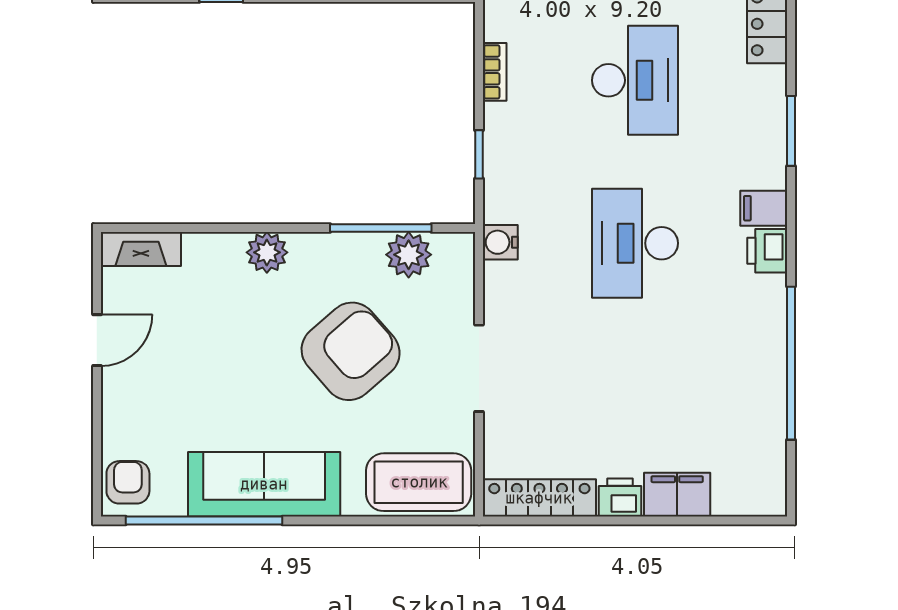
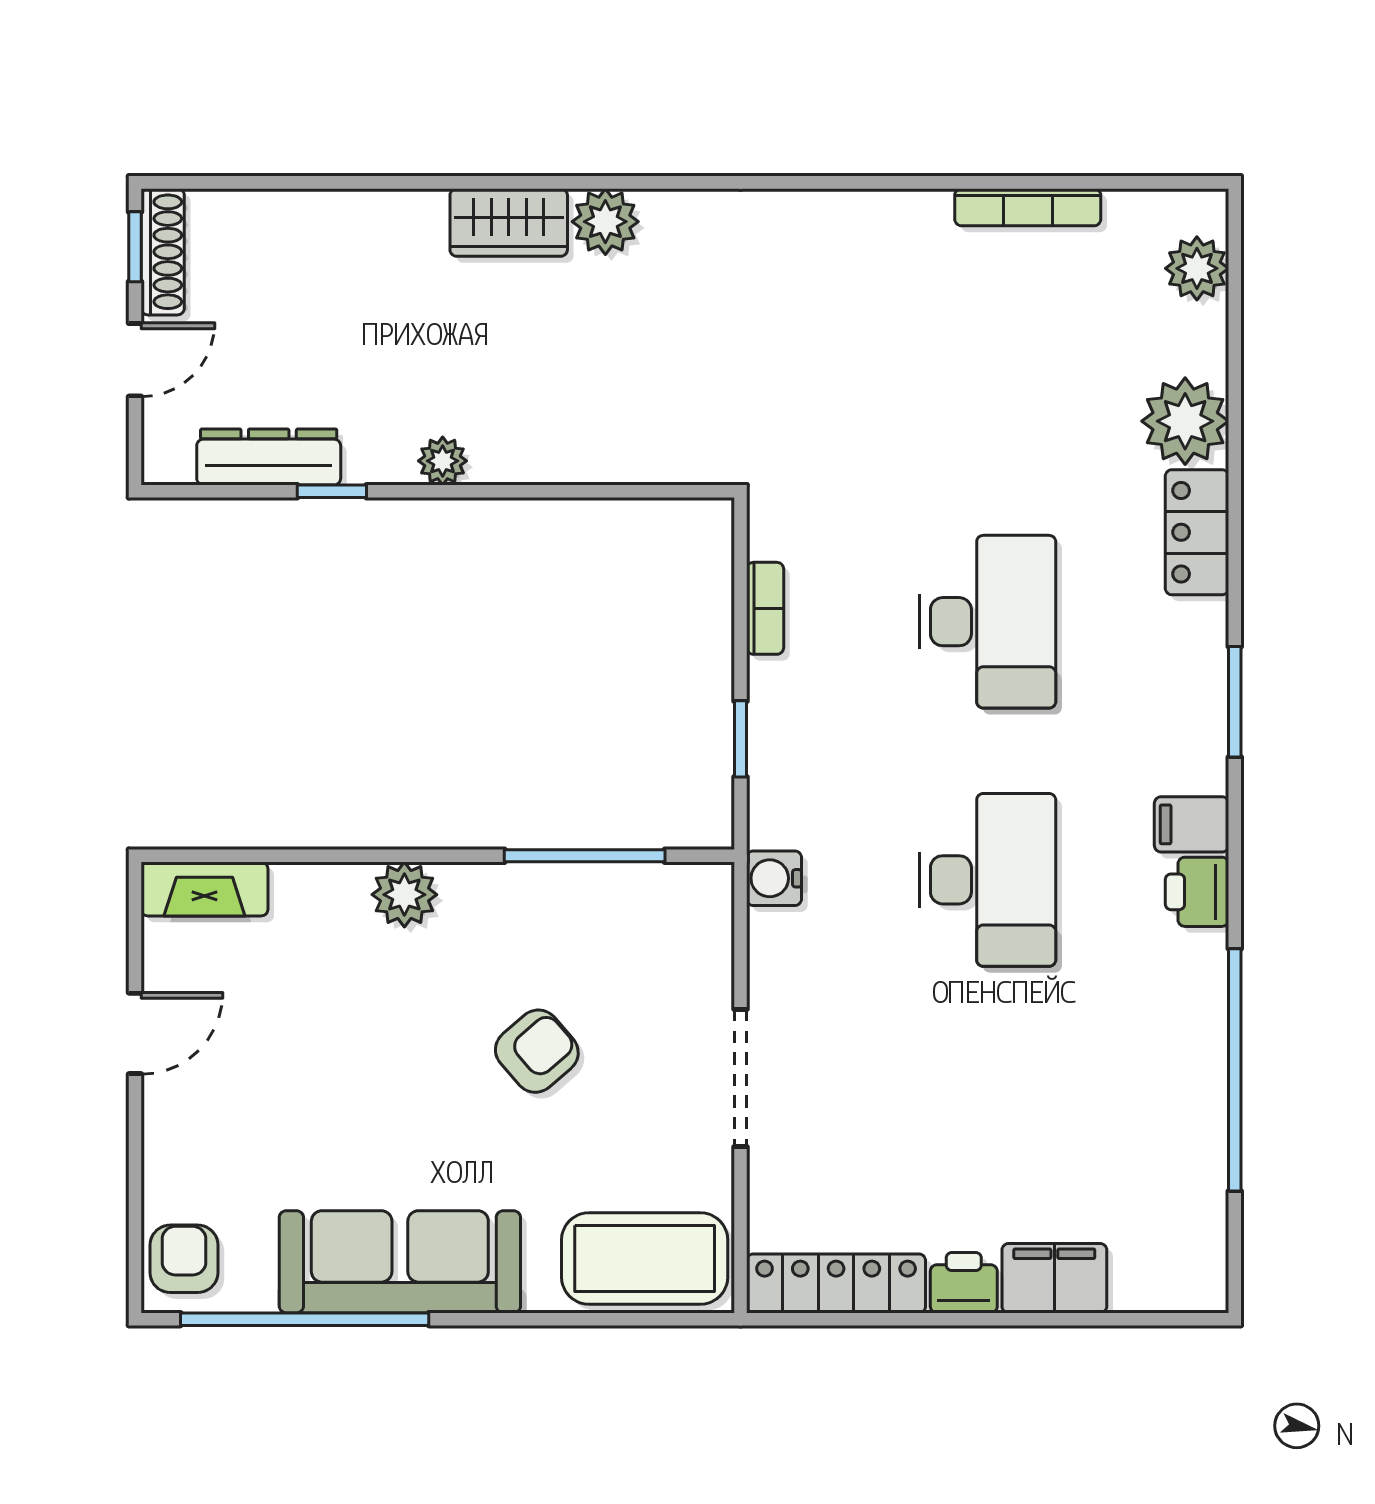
desk: (635, 243) -> (988, 880), turned 180
plant: (409, 255) -> (629, 898), removed
armchair: (351, 351) -> (537, 1051), width x0.53, depth x0.53

